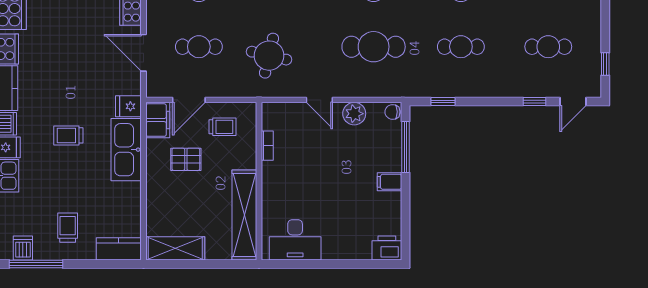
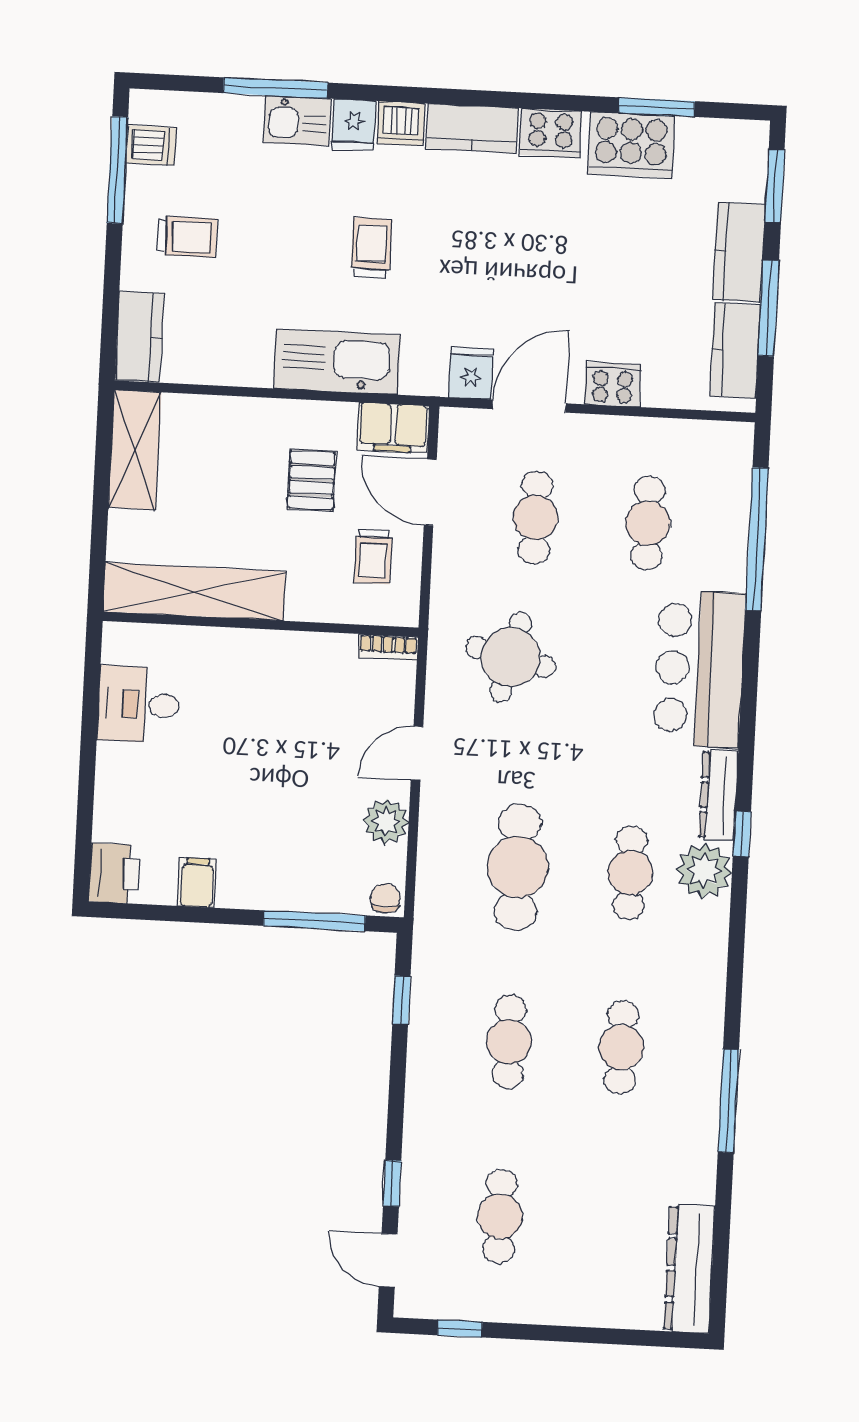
fridge: (128, 106) -> (471, 373), moved
bookcase: (267, 146) -> (388, 647), moved
filing cabinet: (389, 182) -> (197, 883), moved
desk: (295, 240) -> (139, 704), width x0.73

